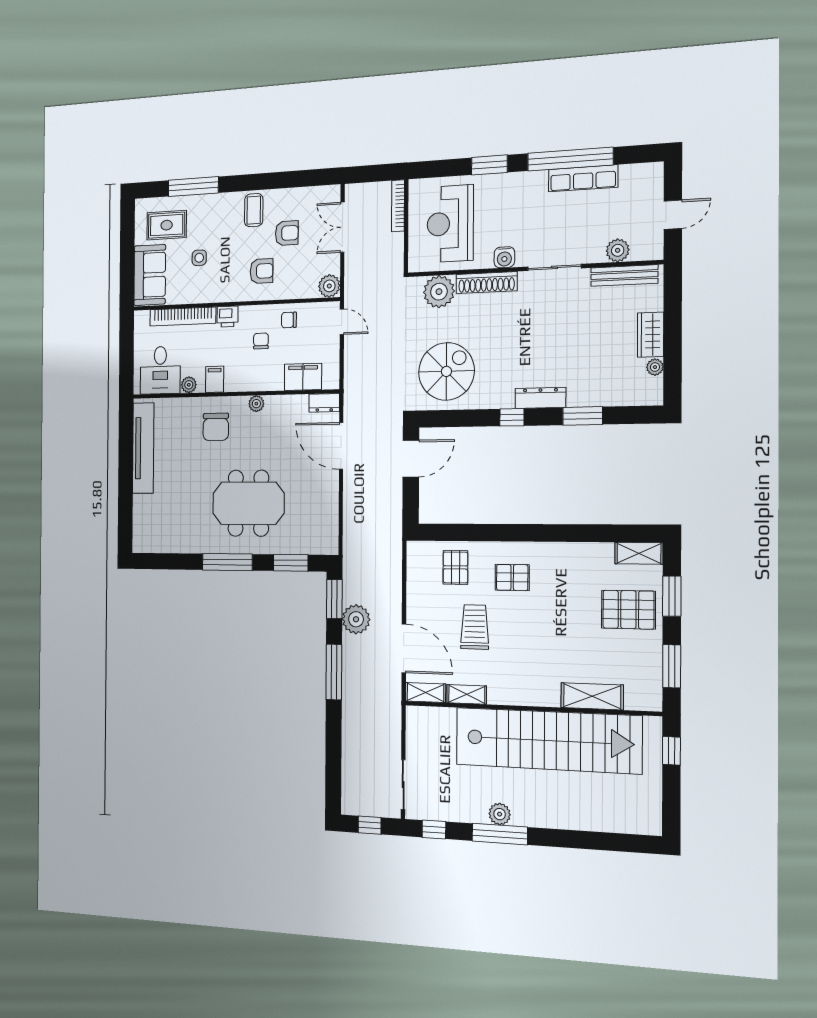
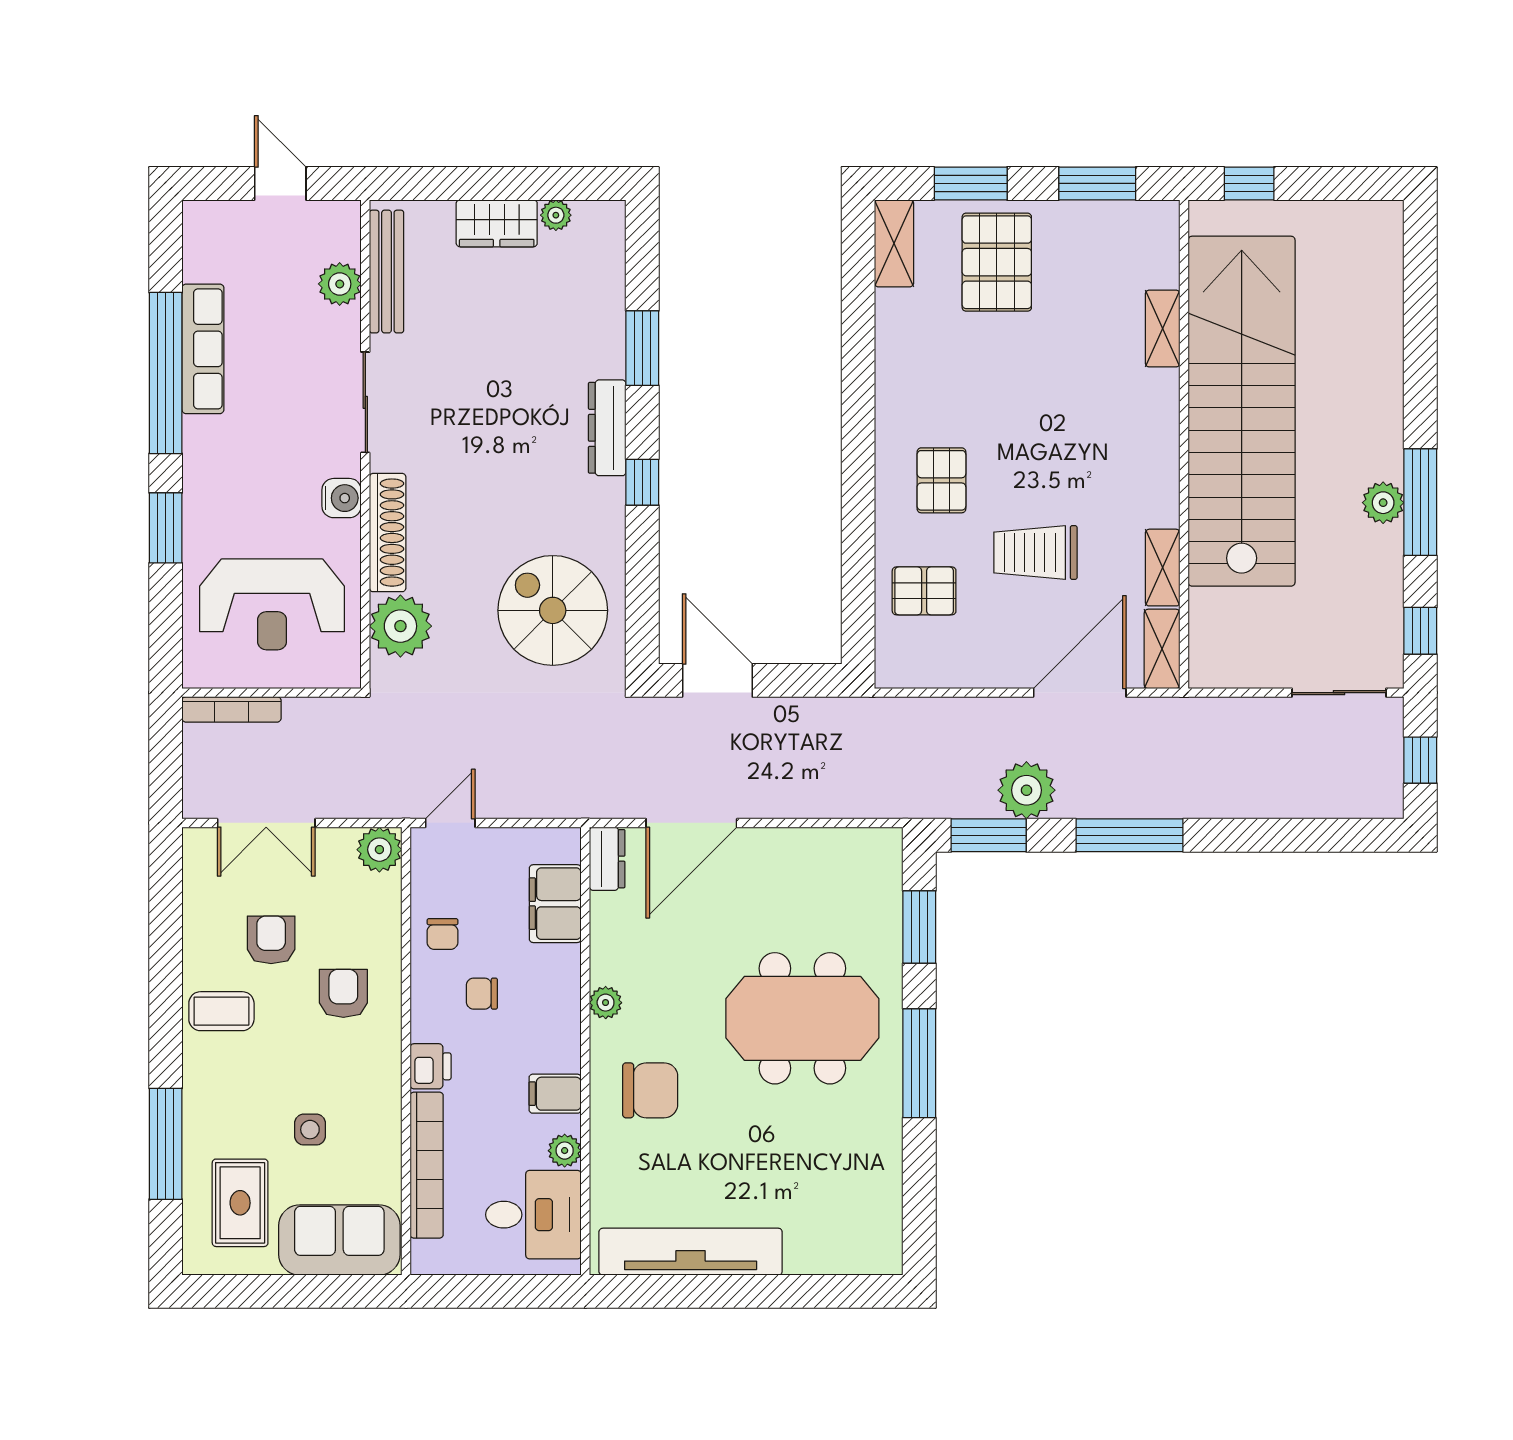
meeting table: (248, 503) -> (802, 1018), turned 90
shelving: (592, 696) -> (1163, 329), width x0.67, depth x0.75

